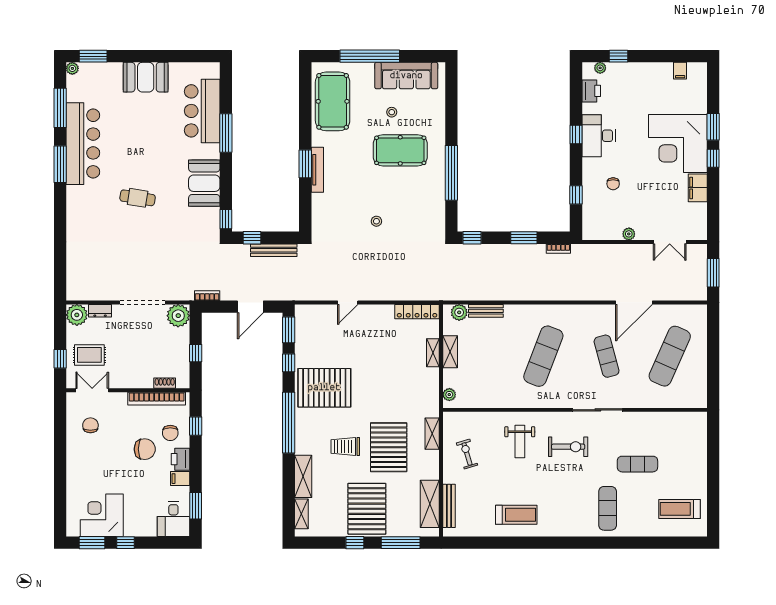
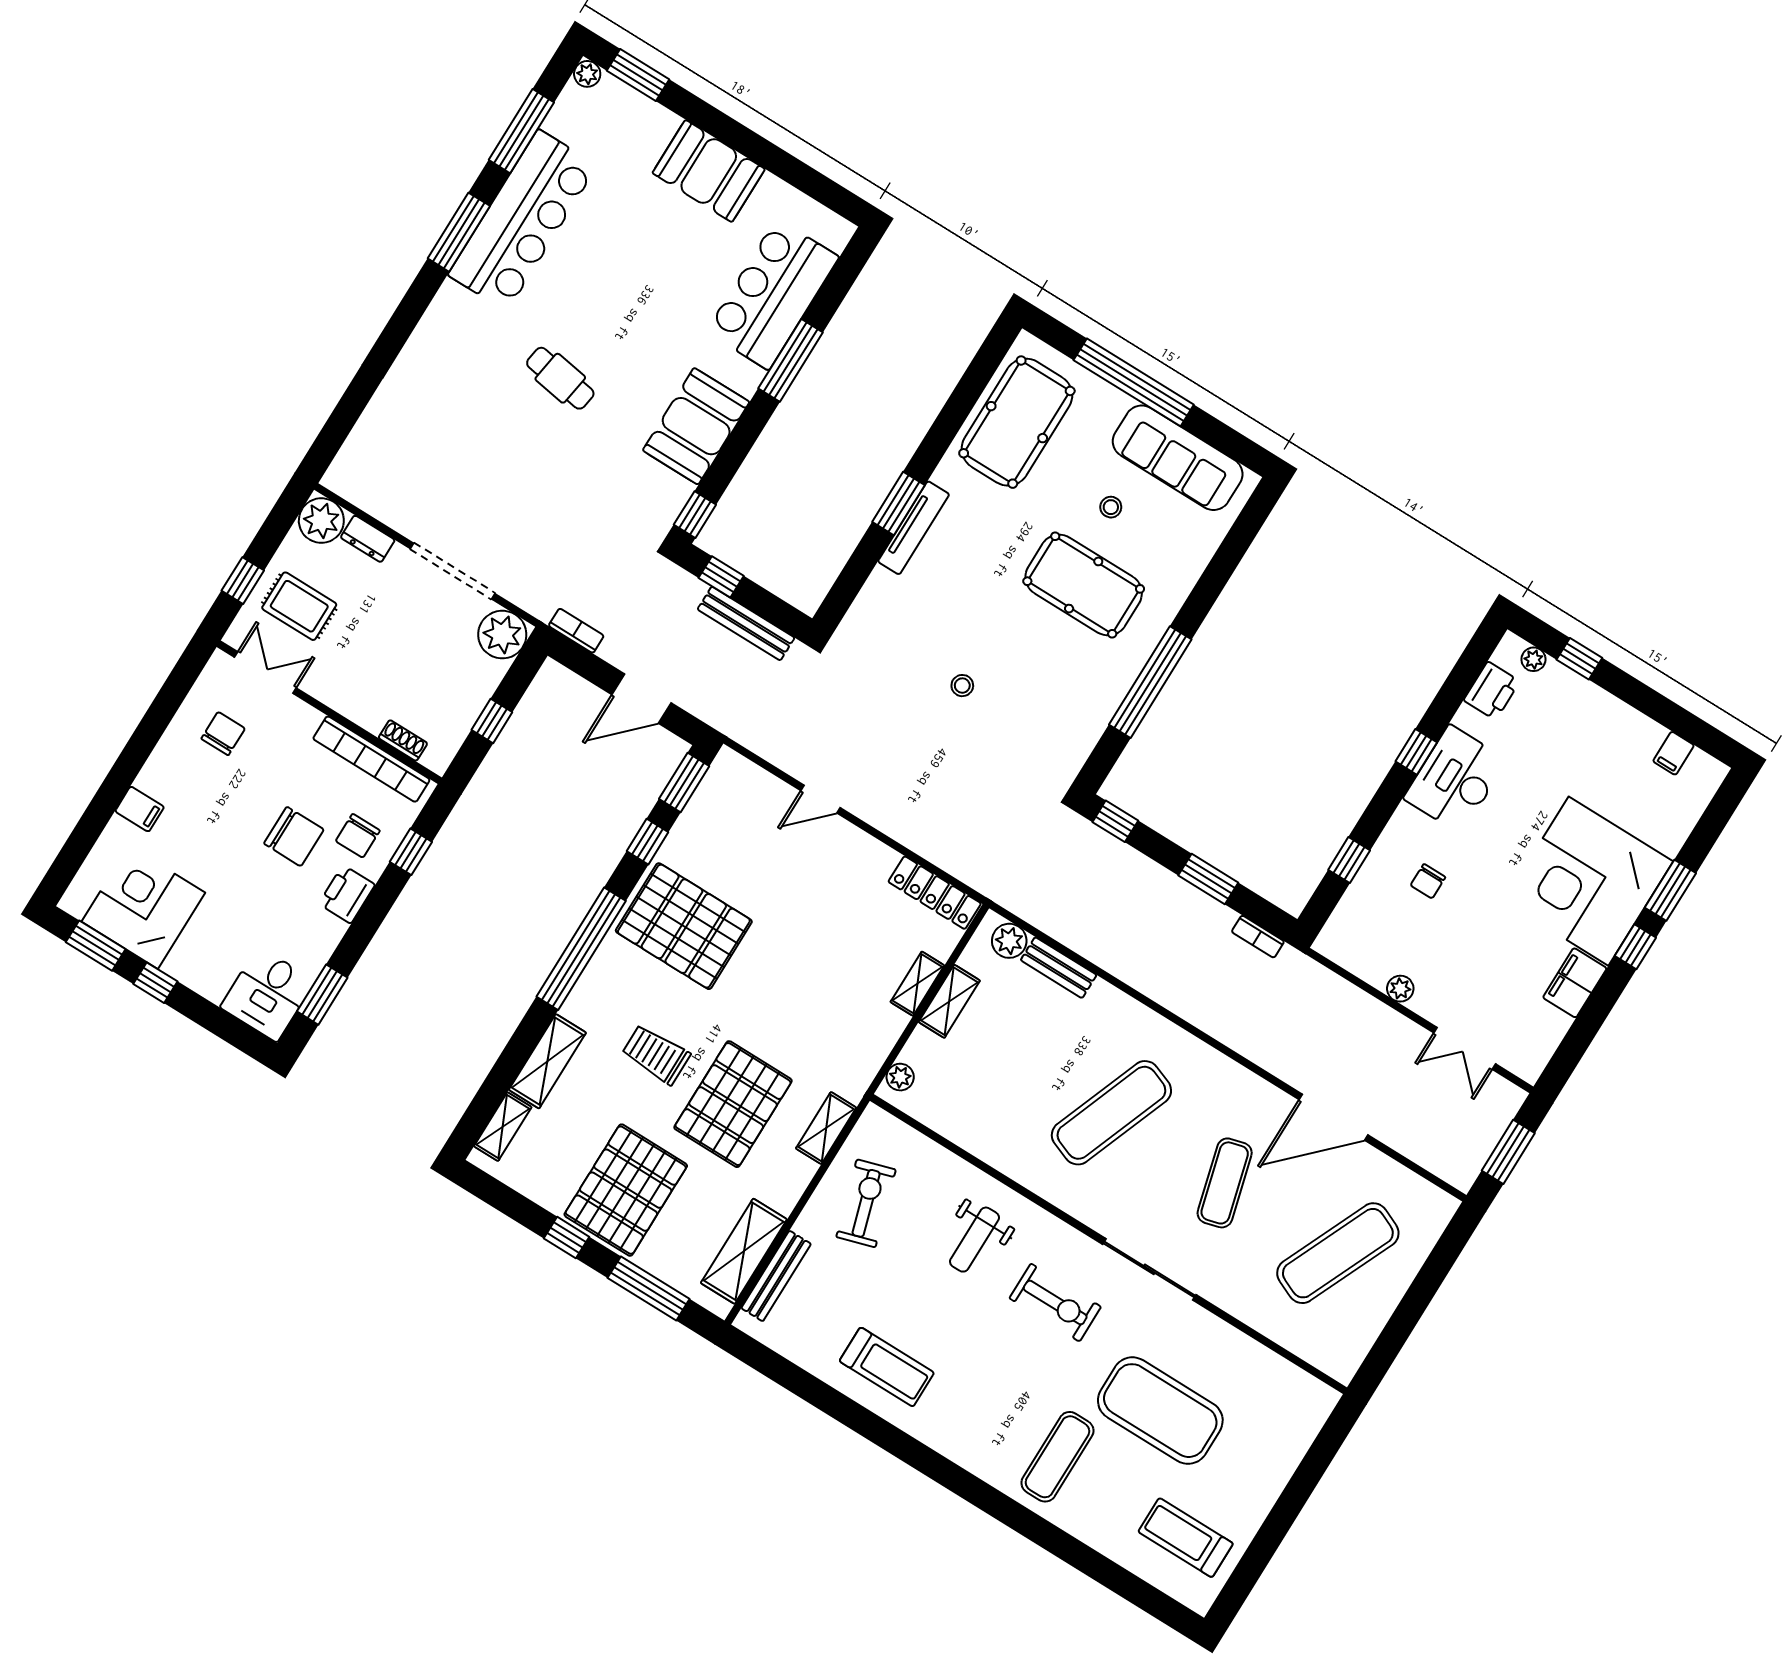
exercise bike: (467, 454) -> (866, 1203), width x1.38, depth x1.39
exercise mat: (637, 464) -> (1160, 1411), width x2.00, depth x1.45
filing cabinet: (180, 479) -> (140, 809), moved, turned 180

